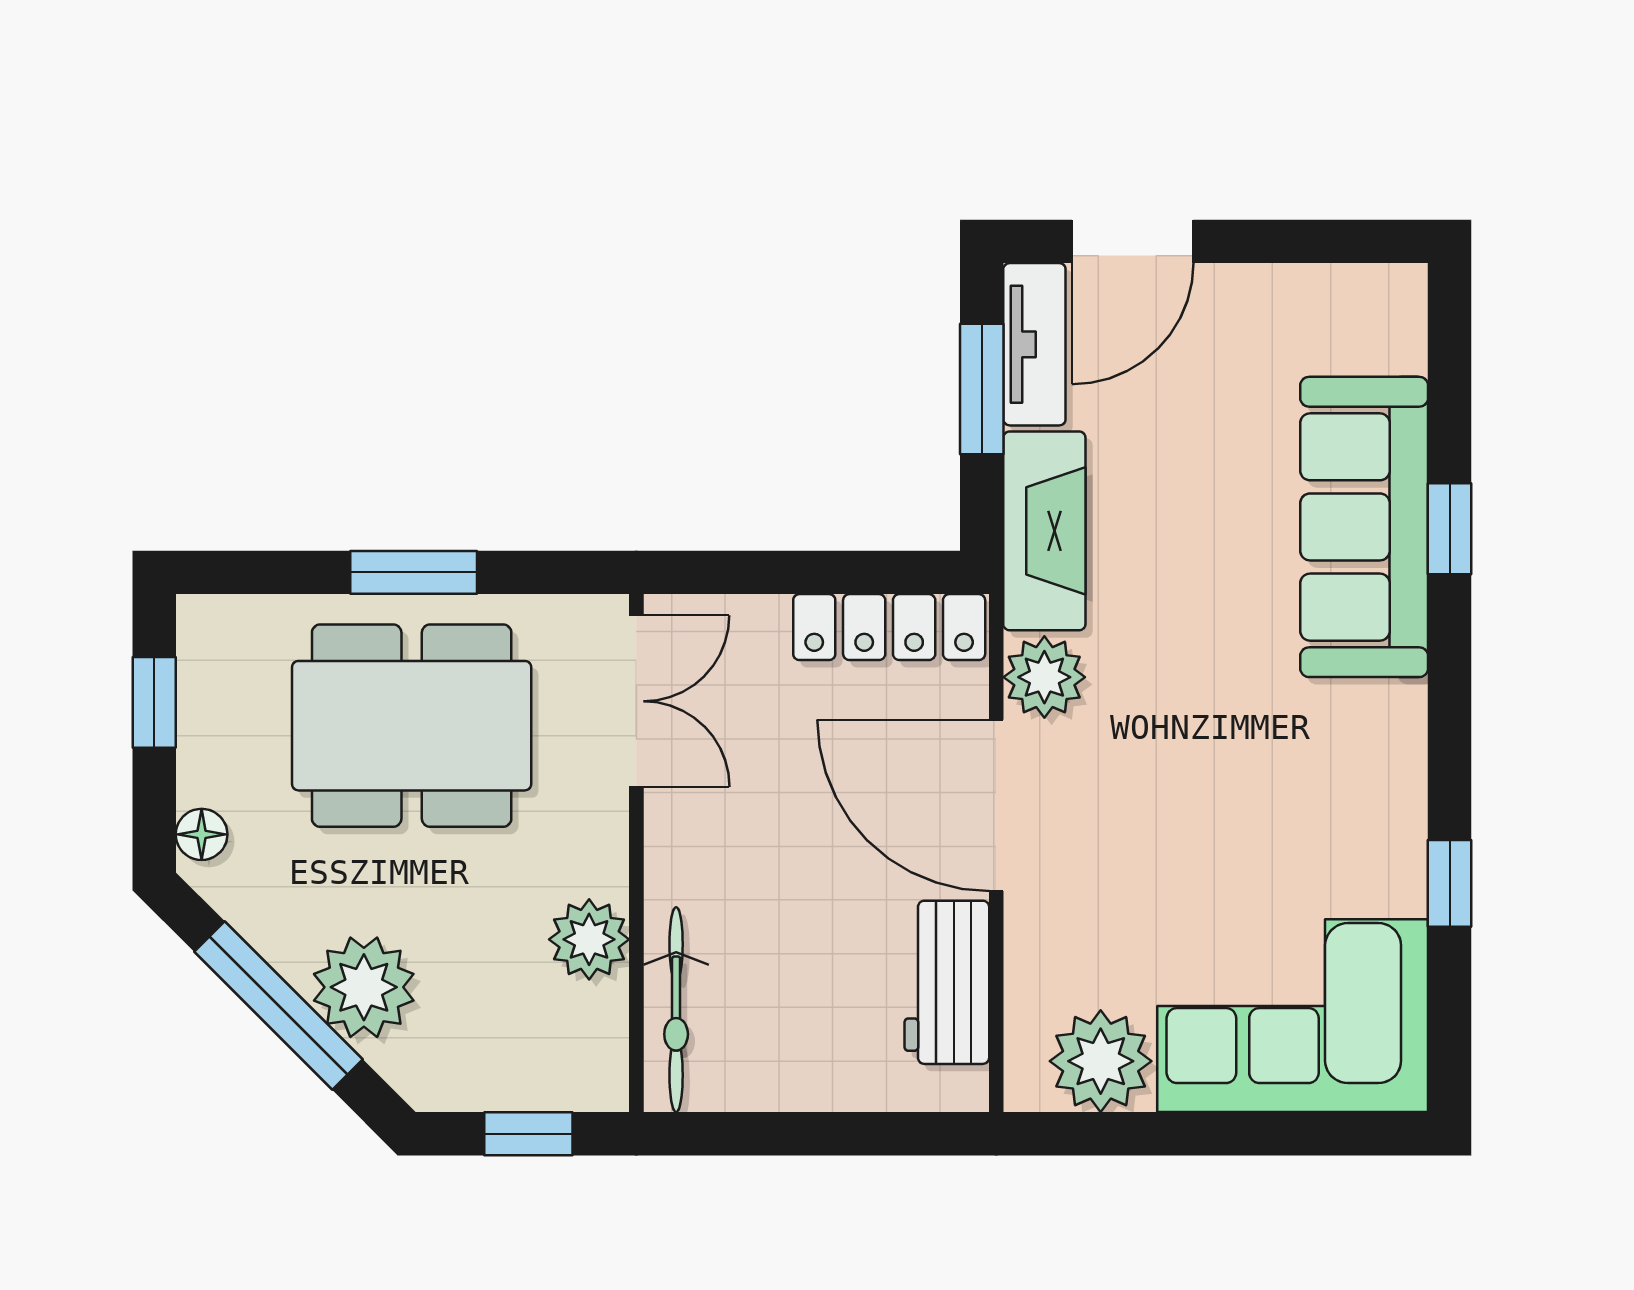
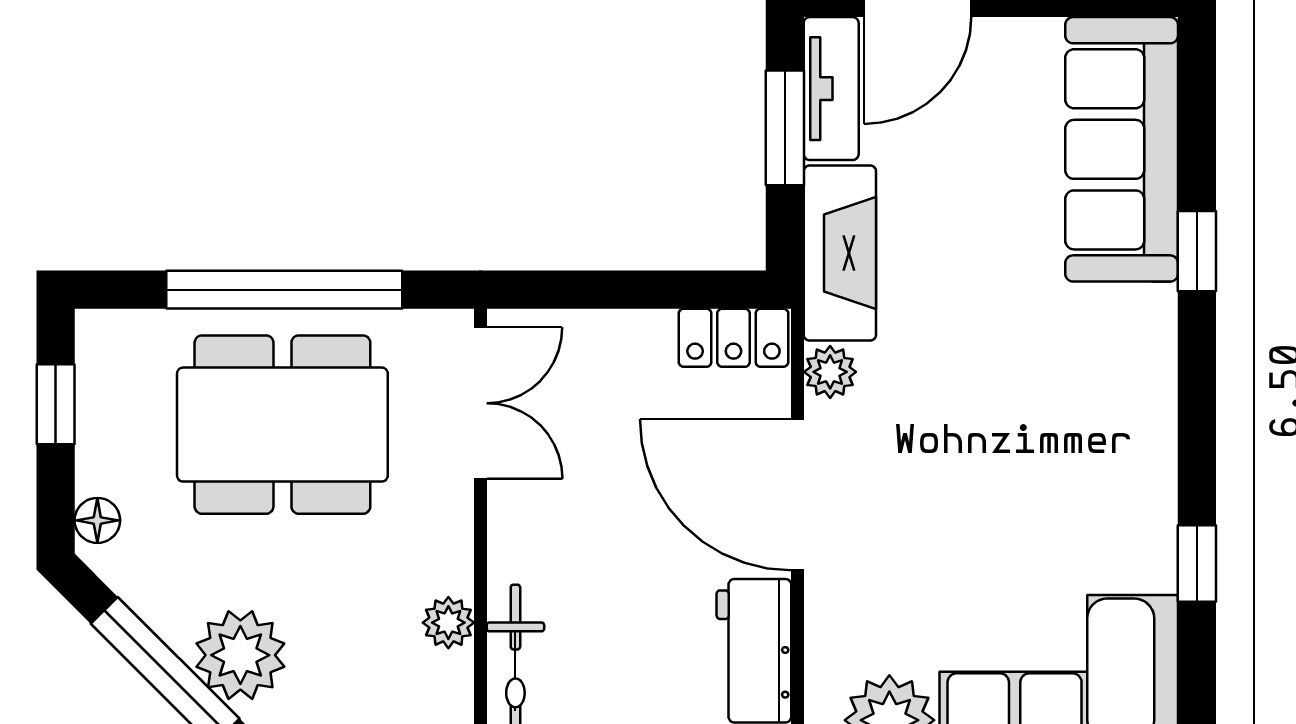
sofa: (1364, 527) -> (1122, 149), moved
window: (414, 572) -> (284, 290), width x2.11
locker: (889, 627) -> (733, 338), width x0.66
plant: (1044, 677) -> (830, 372), width x0.73, depth x0.73
plant: (589, 939) -> (448, 623), width x0.73, depth x0.73

